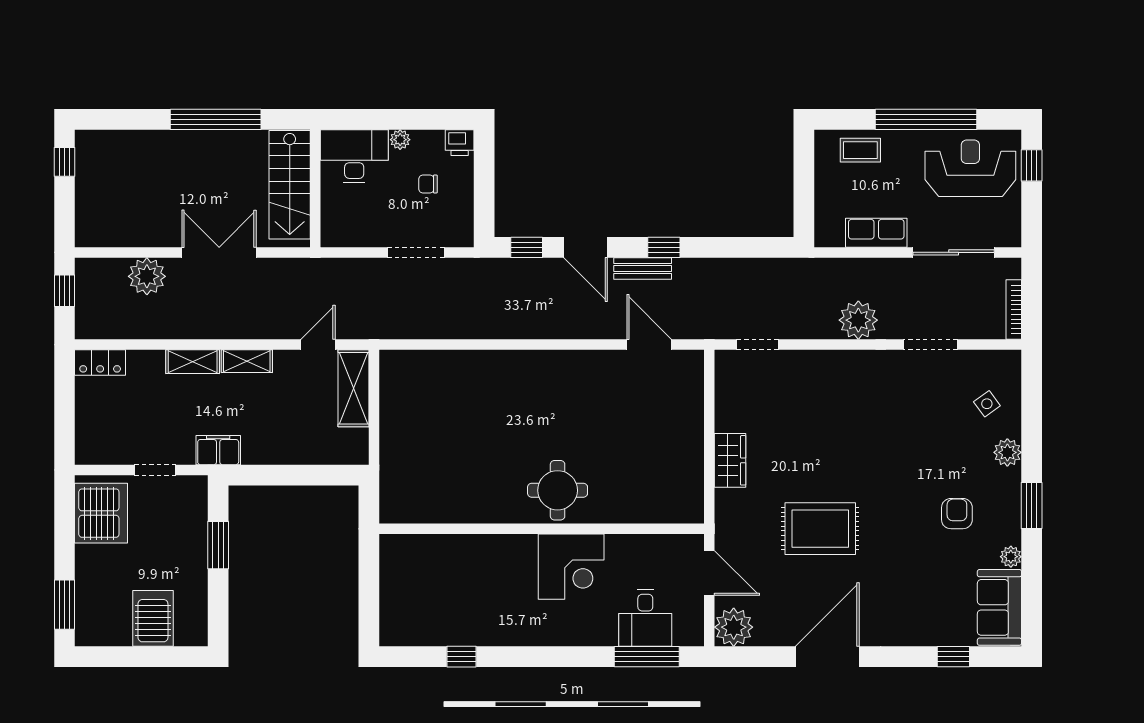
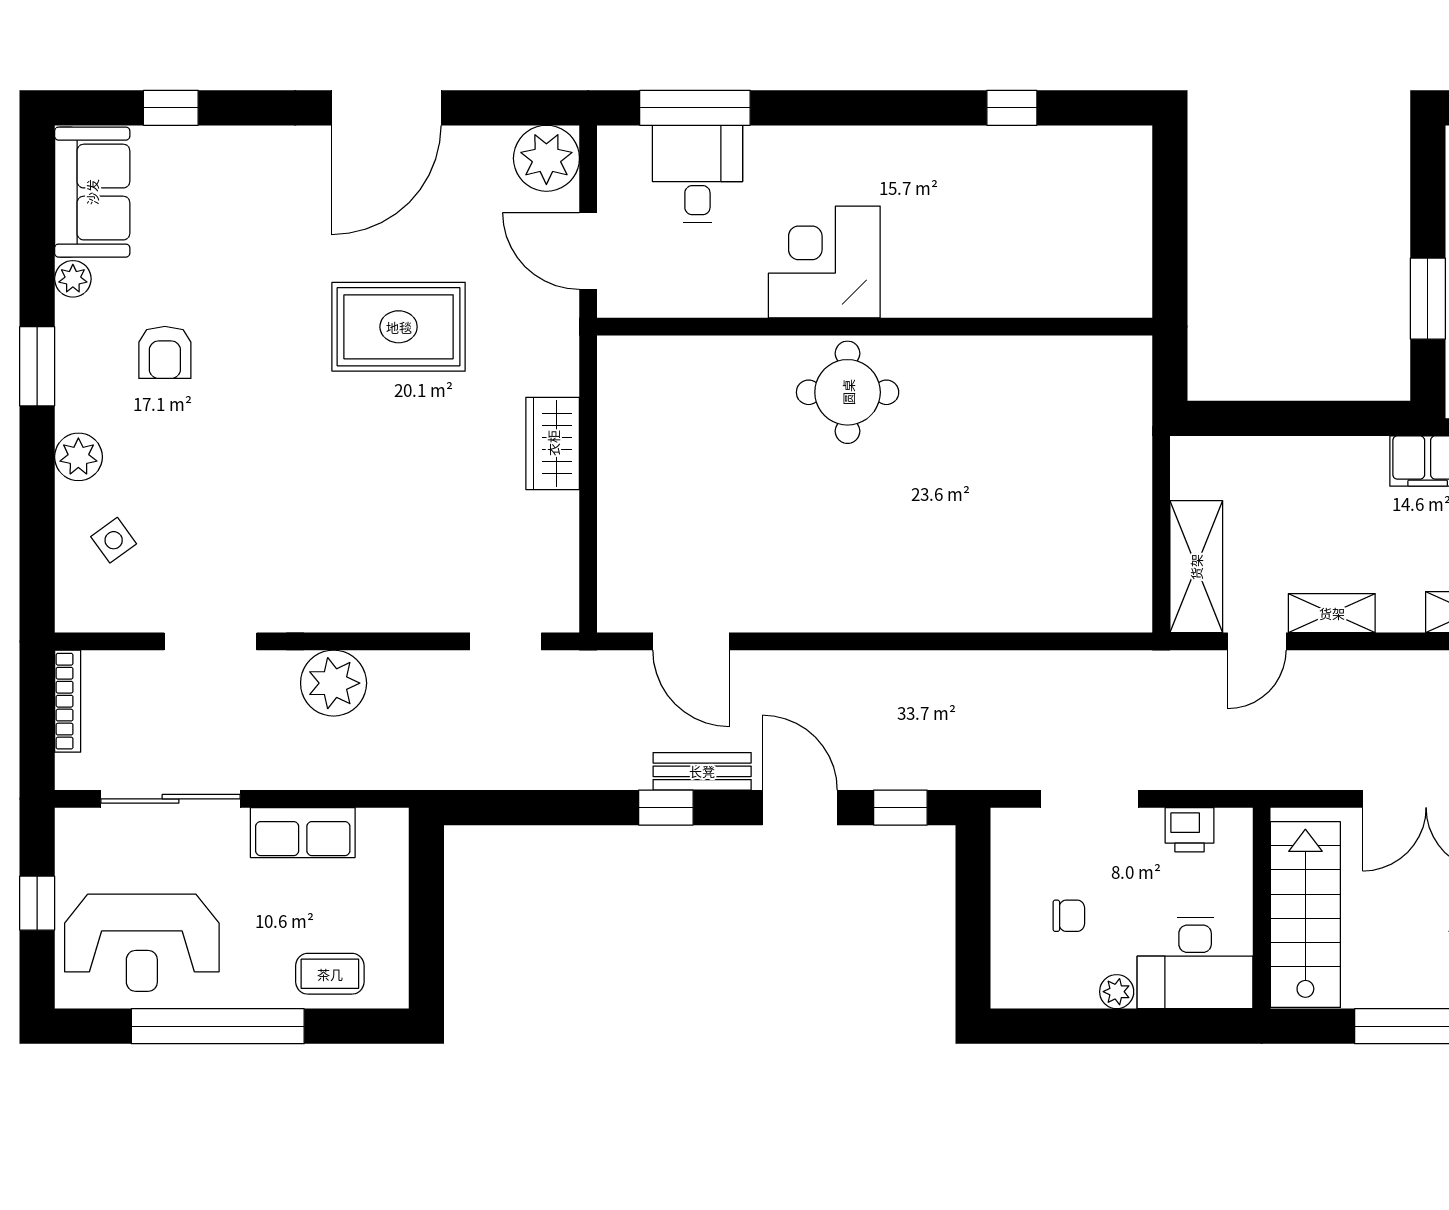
printer: (460, 143) -> (1190, 830), moved, turned 180
window: (1032, 165) -> (37, 903), moved
shelving: (247, 361) -> (1332, 613), moved

